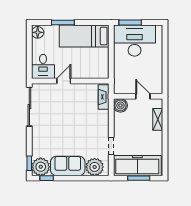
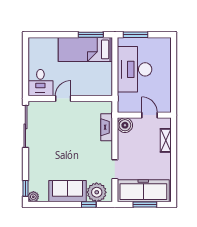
window: (63, 23) -> (91, 35), moved
floor lamp: (38, 32) -> (35, 45), removed
desk: (135, 41) -> (135, 69), moved, turned -90
fireplace: (104, 97) -> (107, 127), moved
plant: (41, 167) -> (33, 197), width x0.53, depth x0.53
window: (47, 178) -> (89, 205), moved

